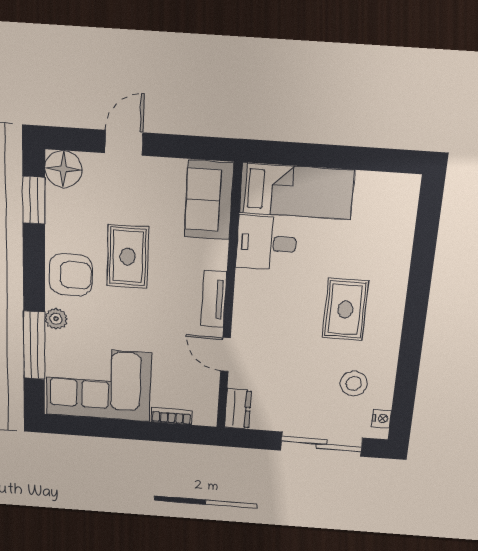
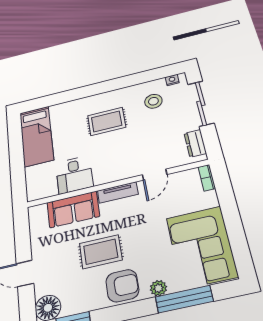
bed: (297, 191) -> (36, 136), moved, turned 180
sofa: (209, 200) -> (73, 209), moved
armchair: (71, 275) -> (122, 286), turned 90
dresser: (238, 409) -> (195, 143), moved, turned -90
bookcase: (172, 416) -> (207, 178), moved

